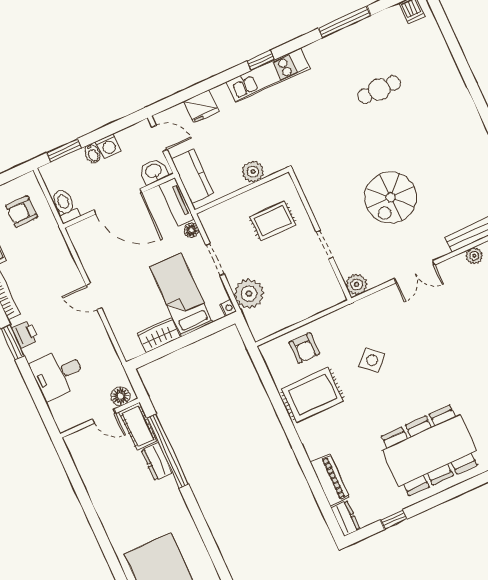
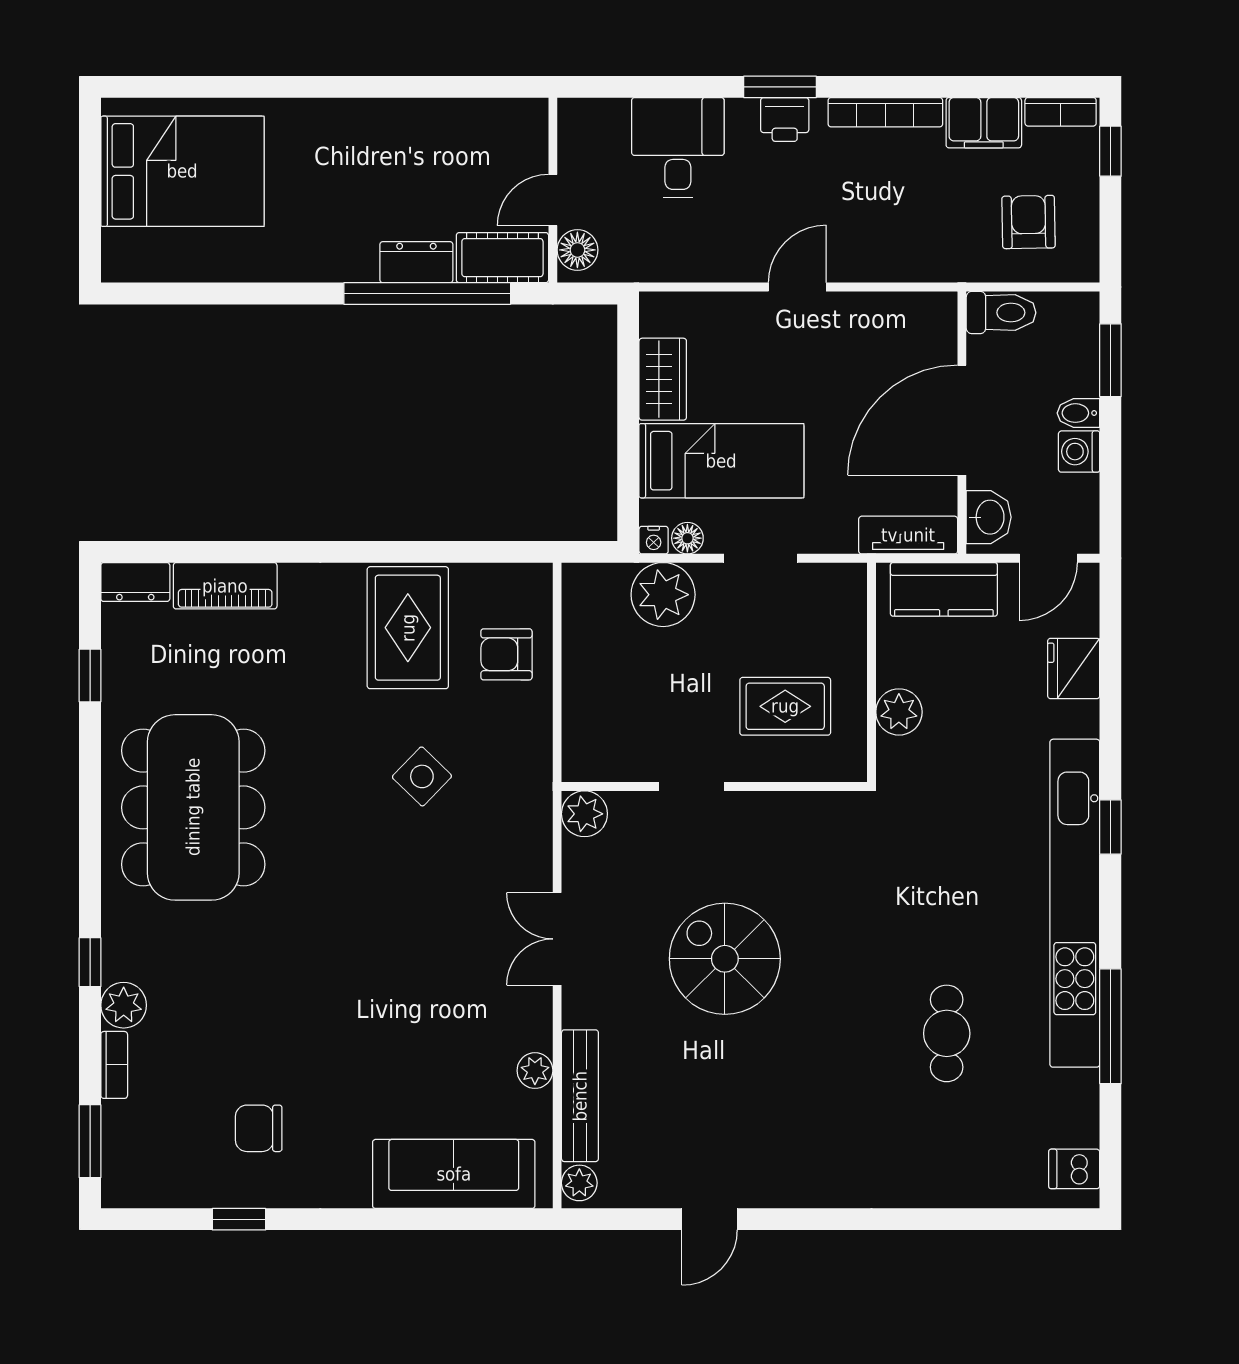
kitchen unit: (268, 75) -> (1075, 903), width x1.86
rug: (273, 221) -> (785, 706), turned 90
floor lamp: (191, 230) -> (687, 538), moved

